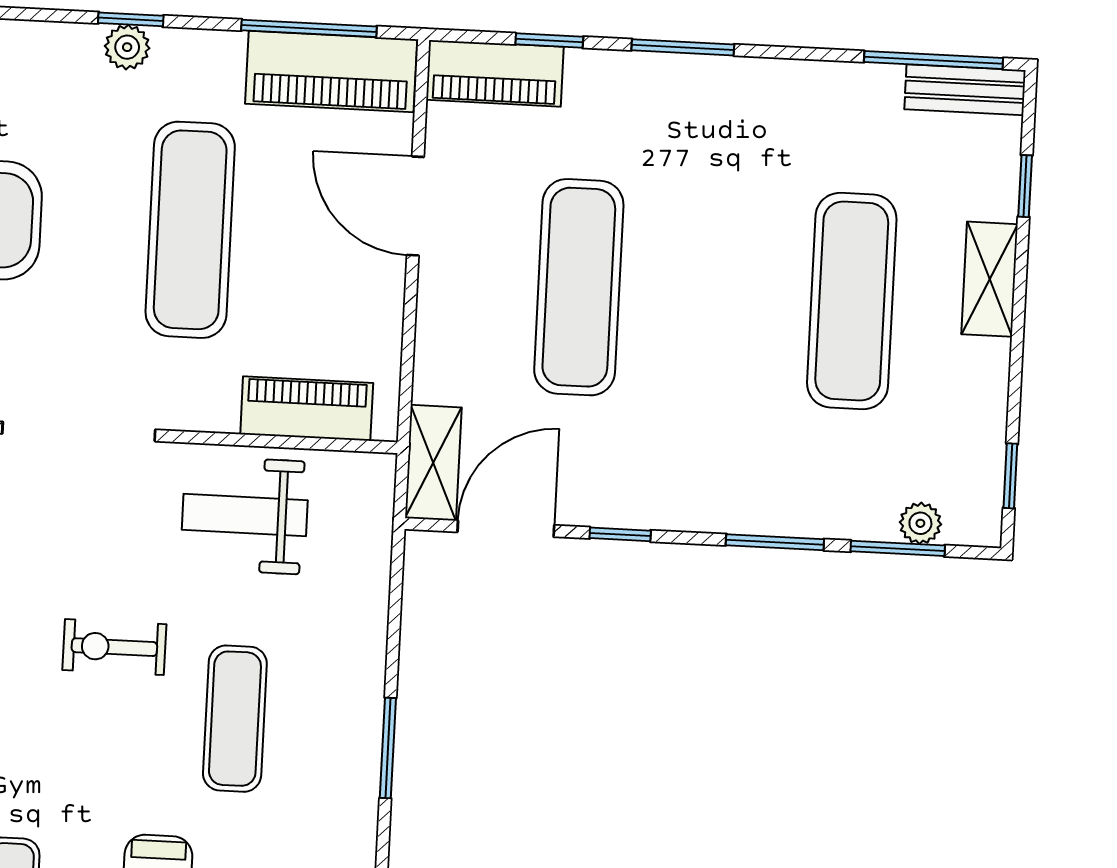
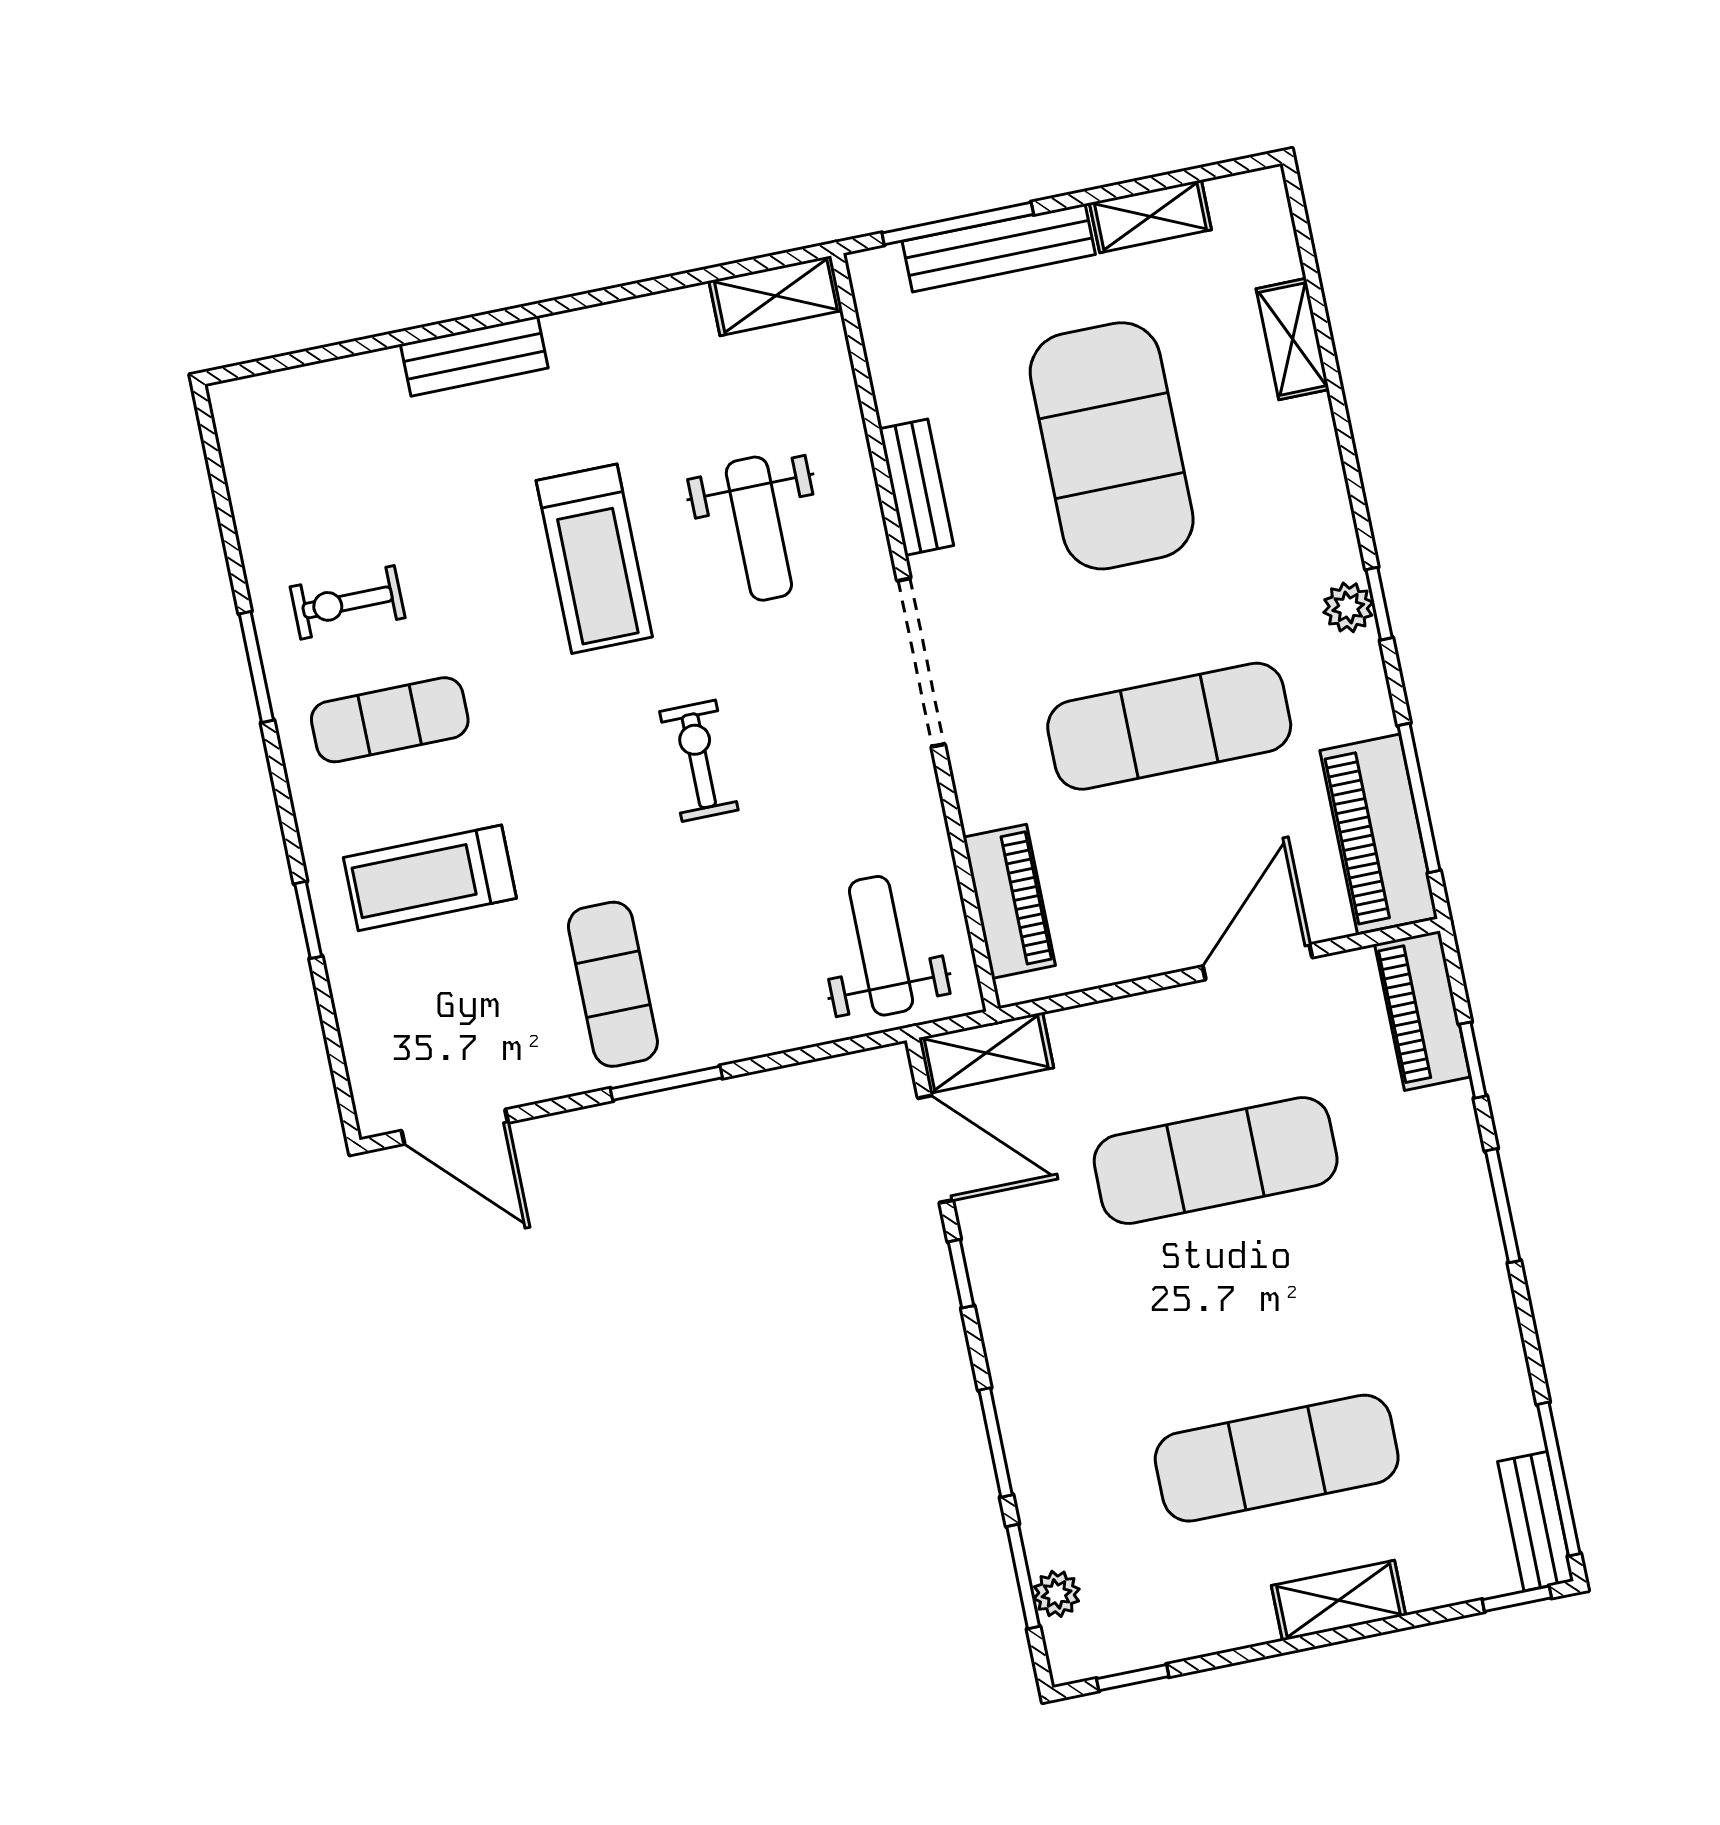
window: (1025, 186) -> (1517, 1599), moved
weight bench: (245, 515) -> (881, 946), moved
exercise mat: (235, 719) -> (613, 984), moved, turned 90

